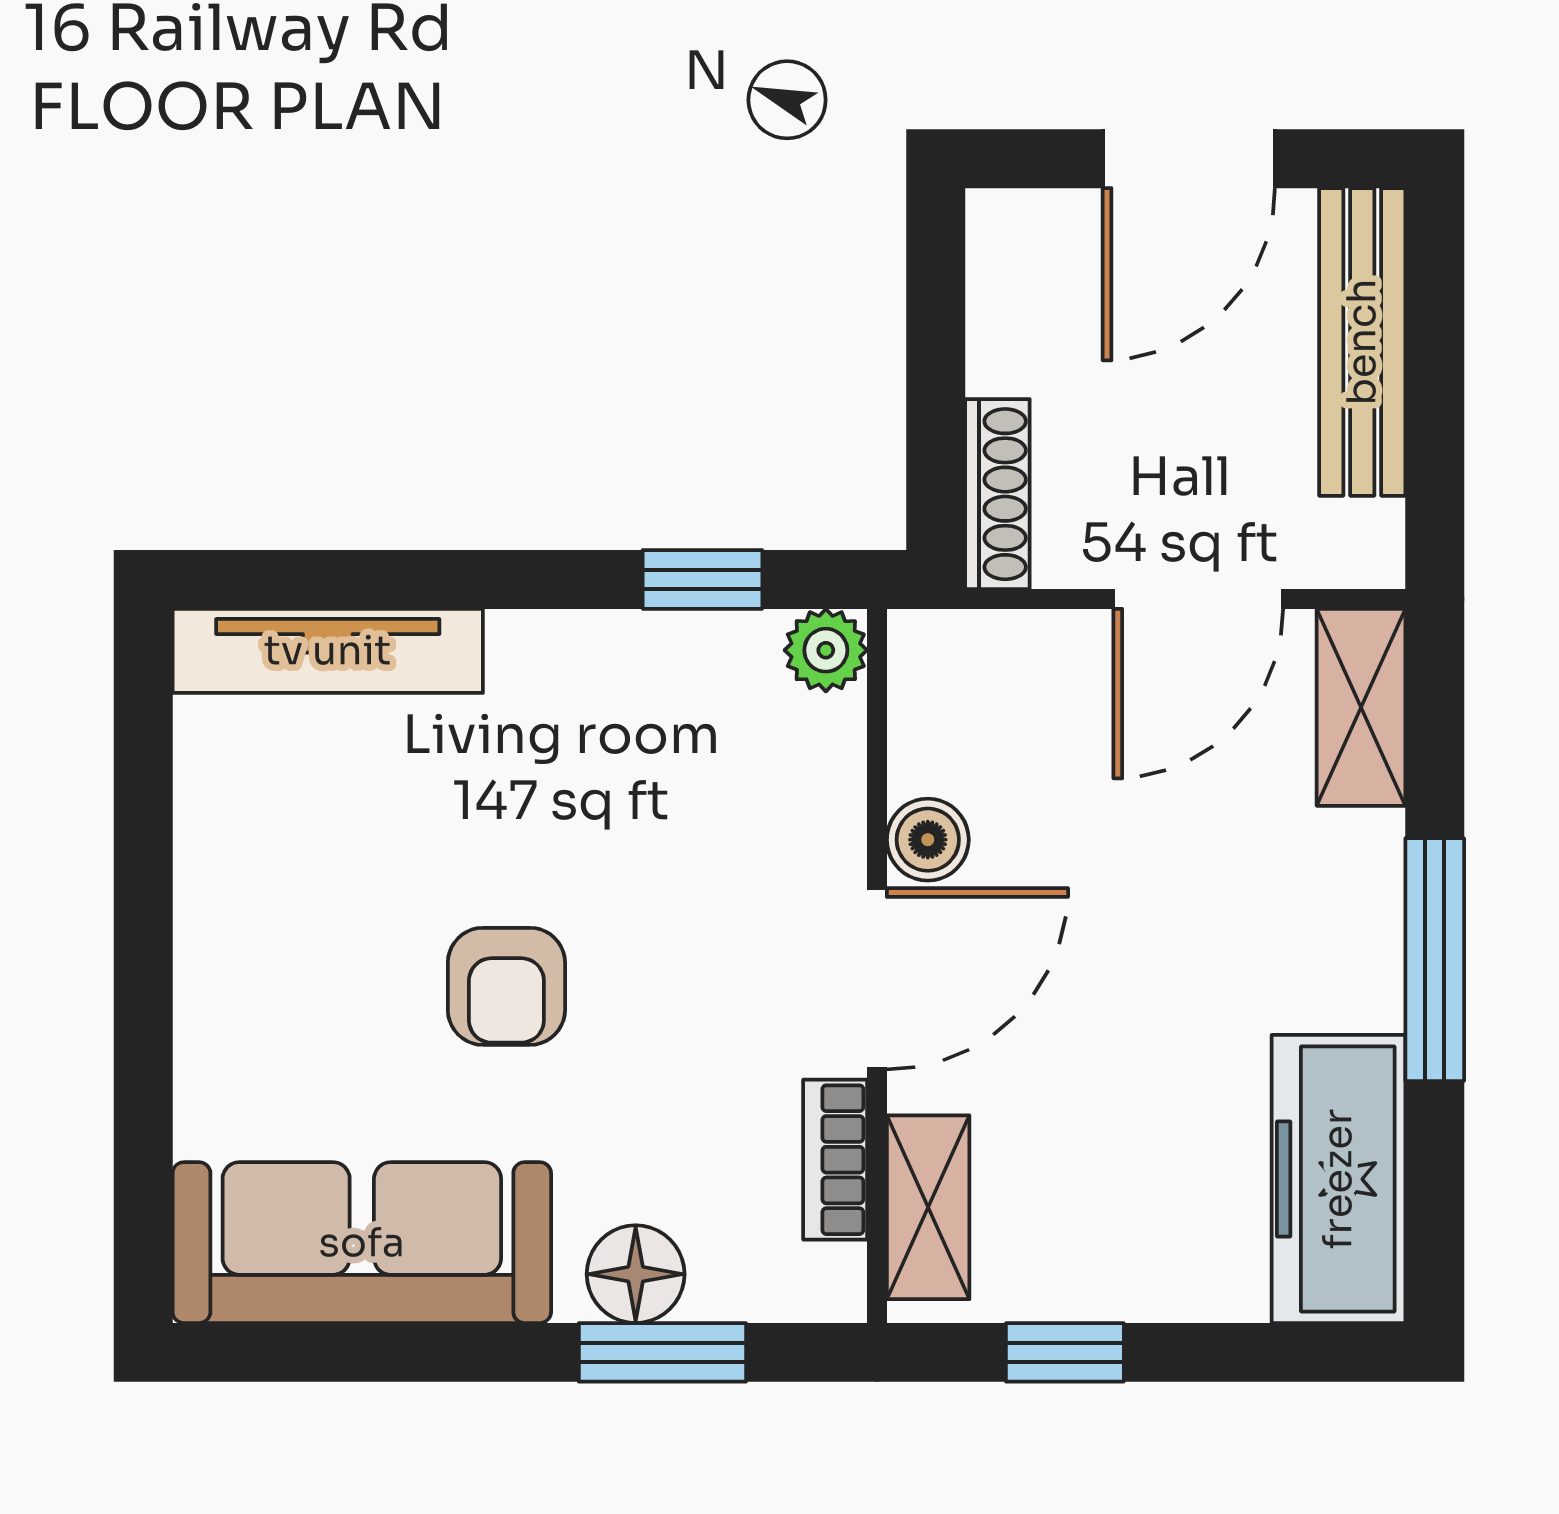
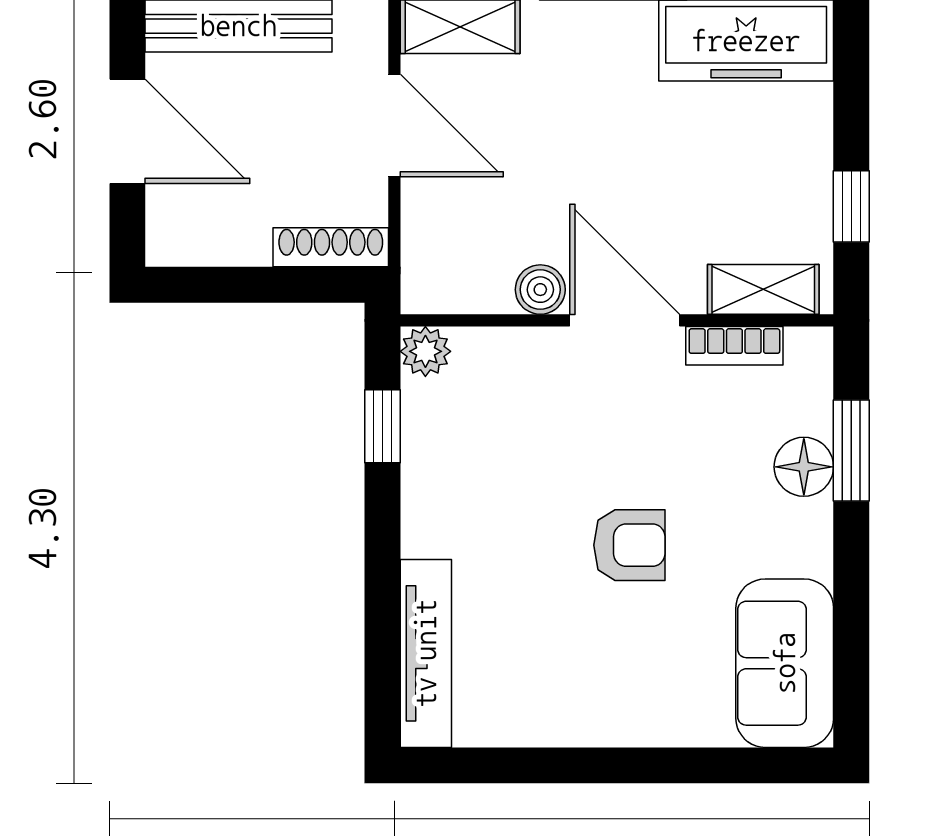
sofa: (362, 1243) -> (785, 663), width x0.73

